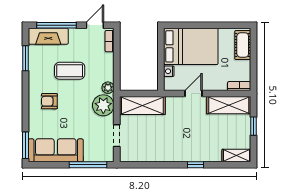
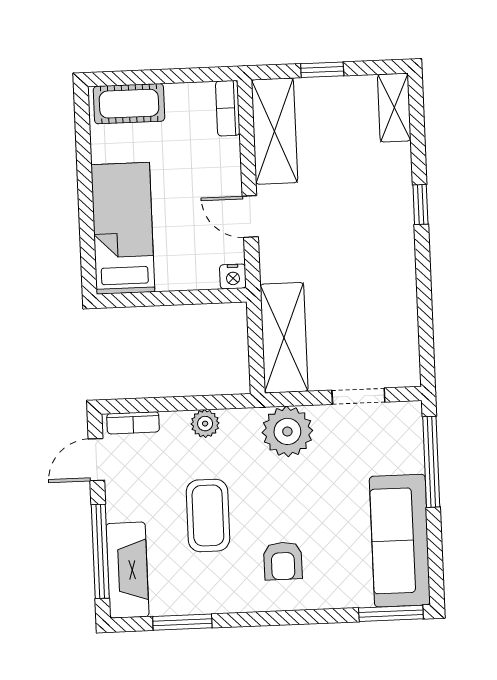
door: (95, 25) -> (96, 460), hinge flipped
bed: (191, 46) -> (123, 228), width x0.67
nightstand: (169, 71) -> (233, 276), moved
plant: (108, 88) -> (205, 424), moved

